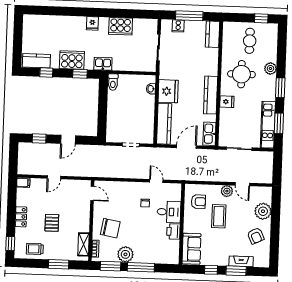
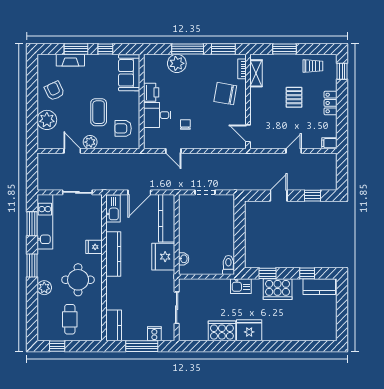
fridge: (92, 23) -> (249, 330), width x1.88, depth x1.34
plant: (125, 254) -> (177, 63), moved

